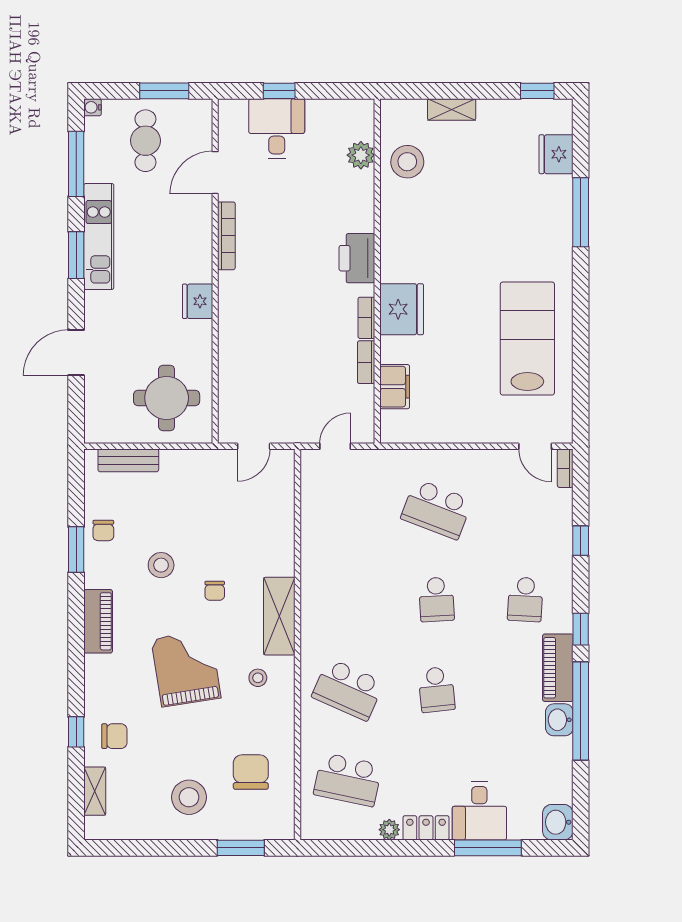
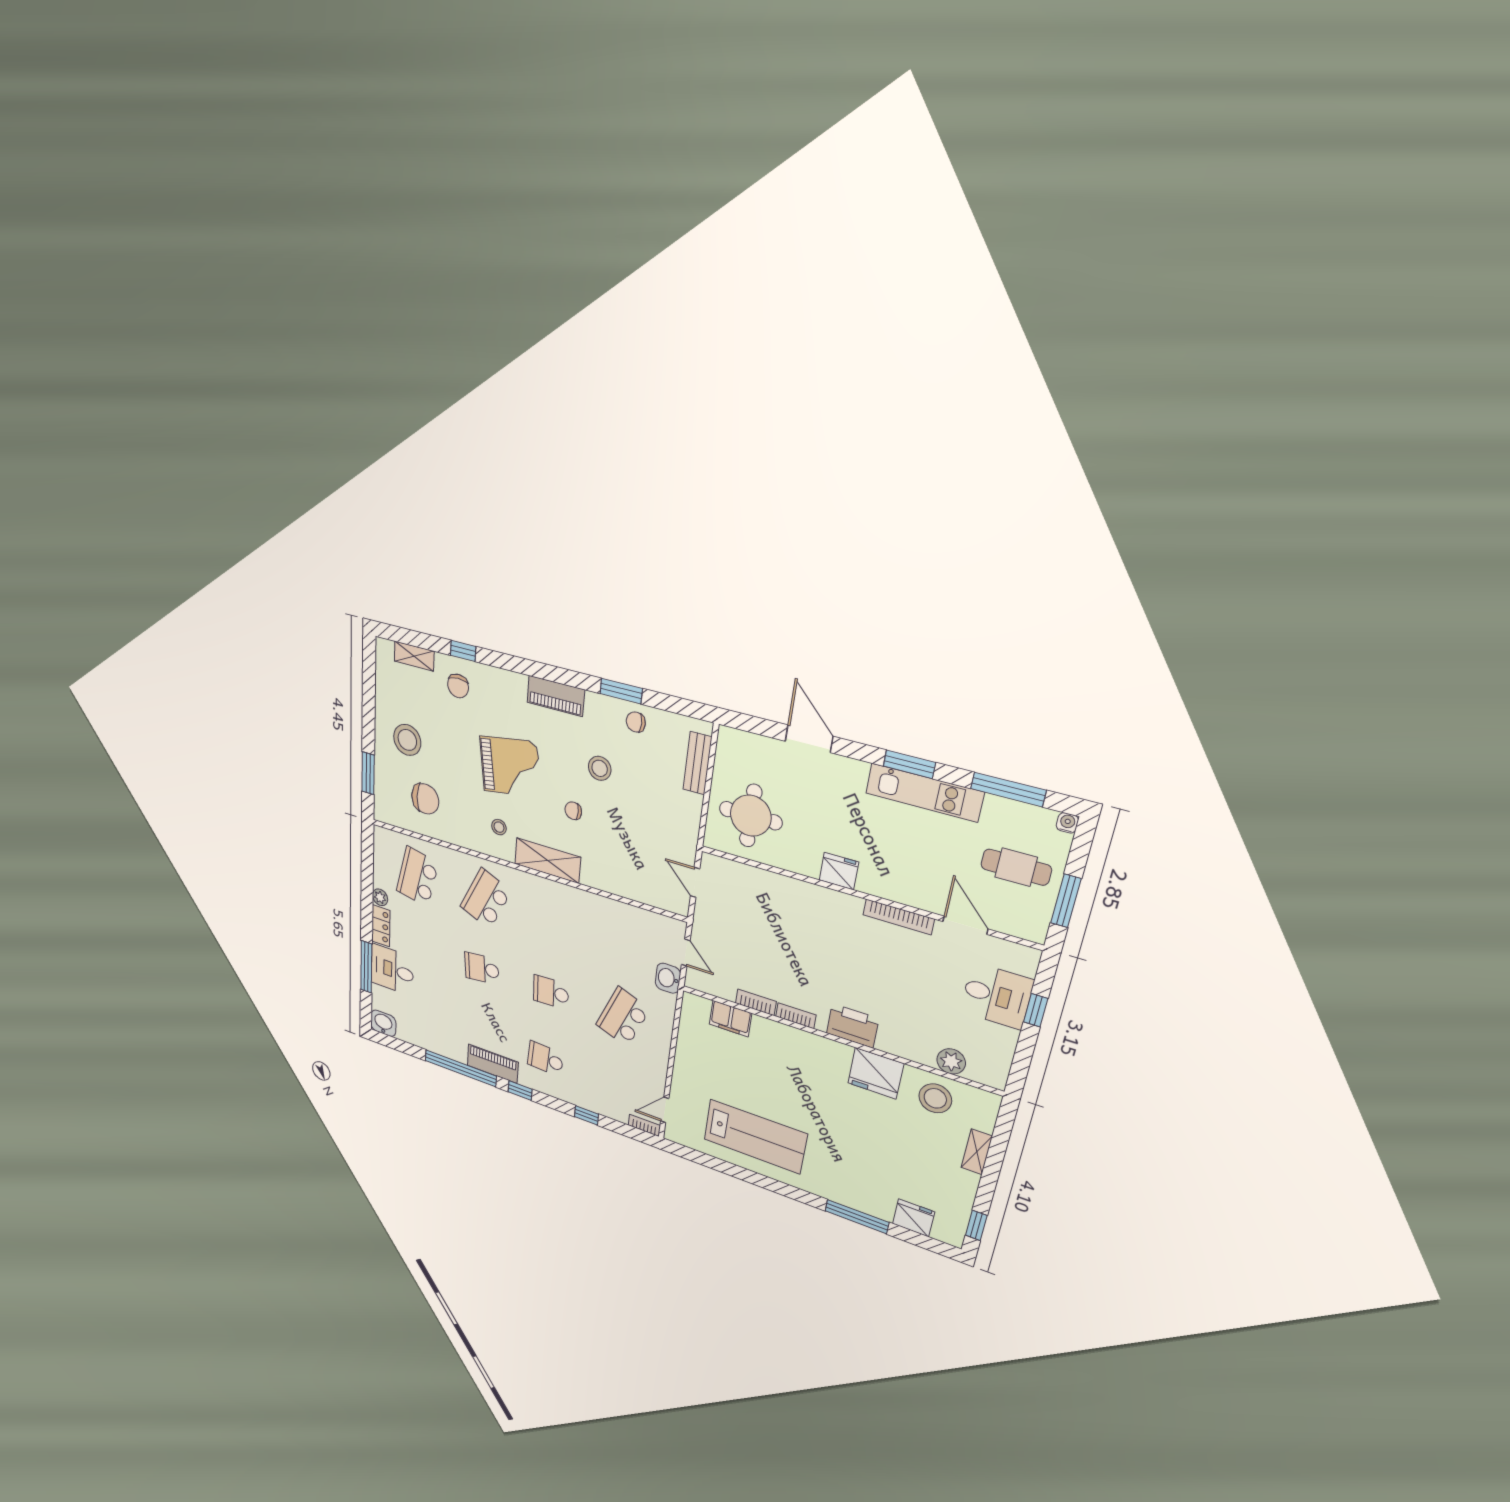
fridge: (402, 309) -> (876, 1073), moved
washbasin: (559, 720) -> (668, 978), moved, turned -90

